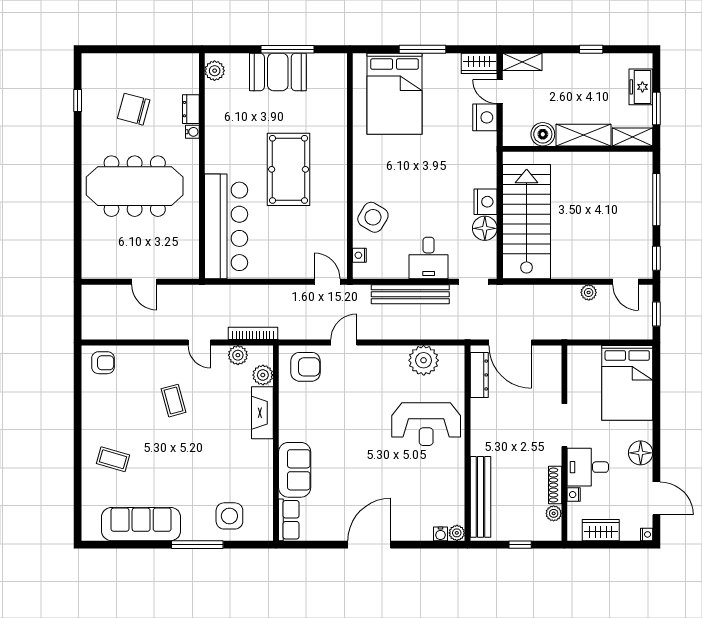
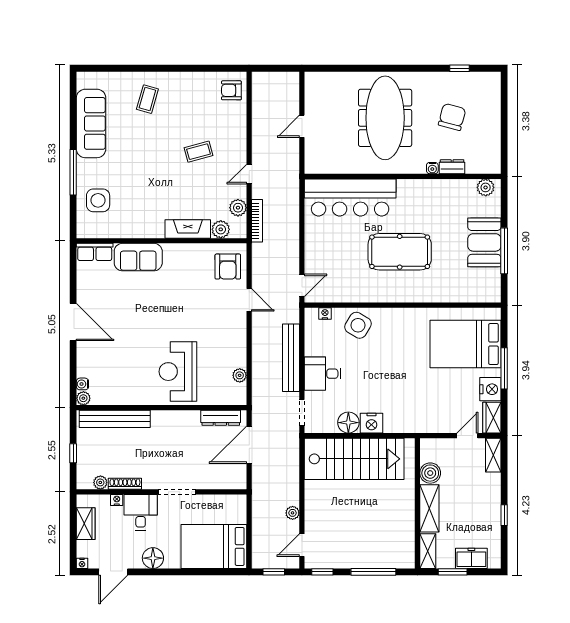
nightstand: (485, 117) -> (490, 389), moved, turned -90
plant: (424, 360) -> (240, 375), width x0.53, depth x0.53
armchair: (103, 363) -> (231, 90), turned 90

